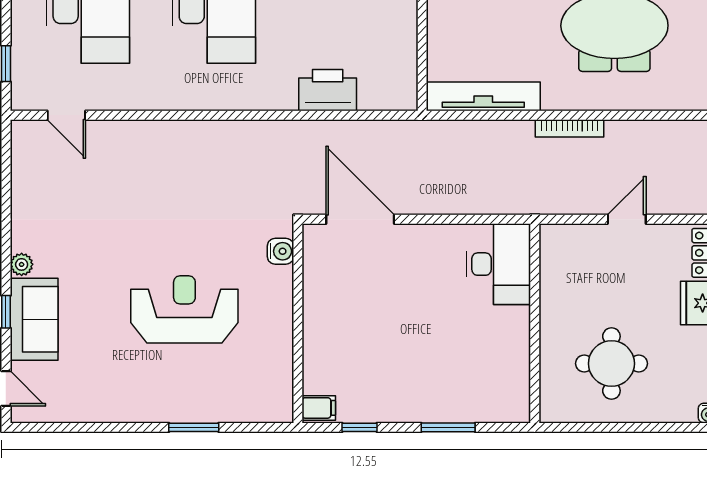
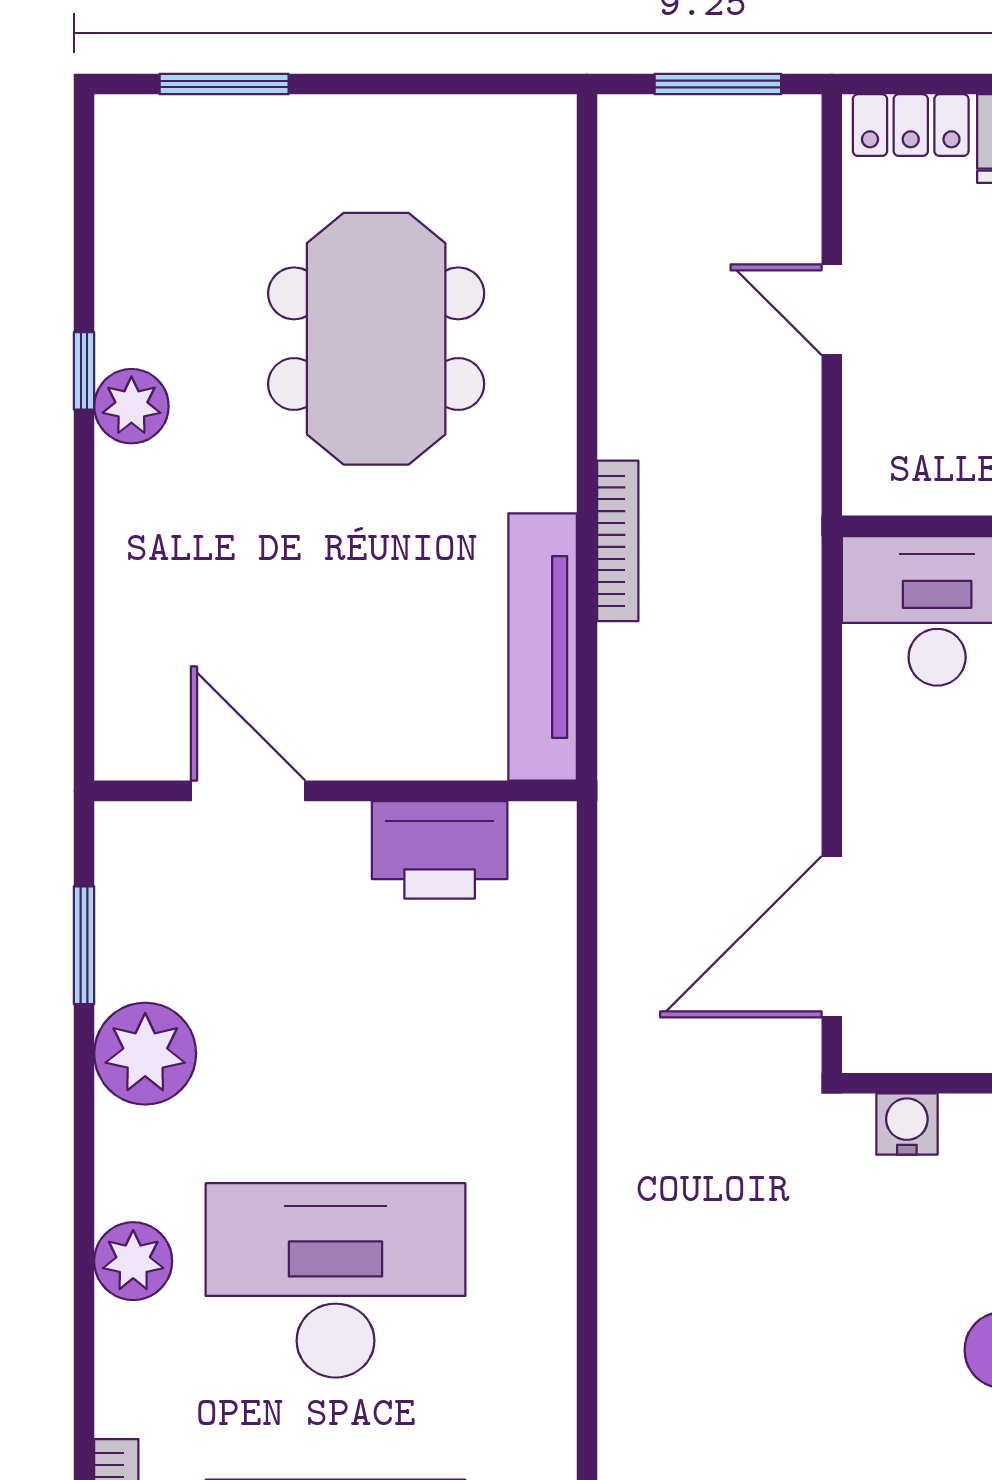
printer: (328, 90) -> (440, 850), moved, turned -90
bookcase: (570, 128) -> (618, 541), moved

